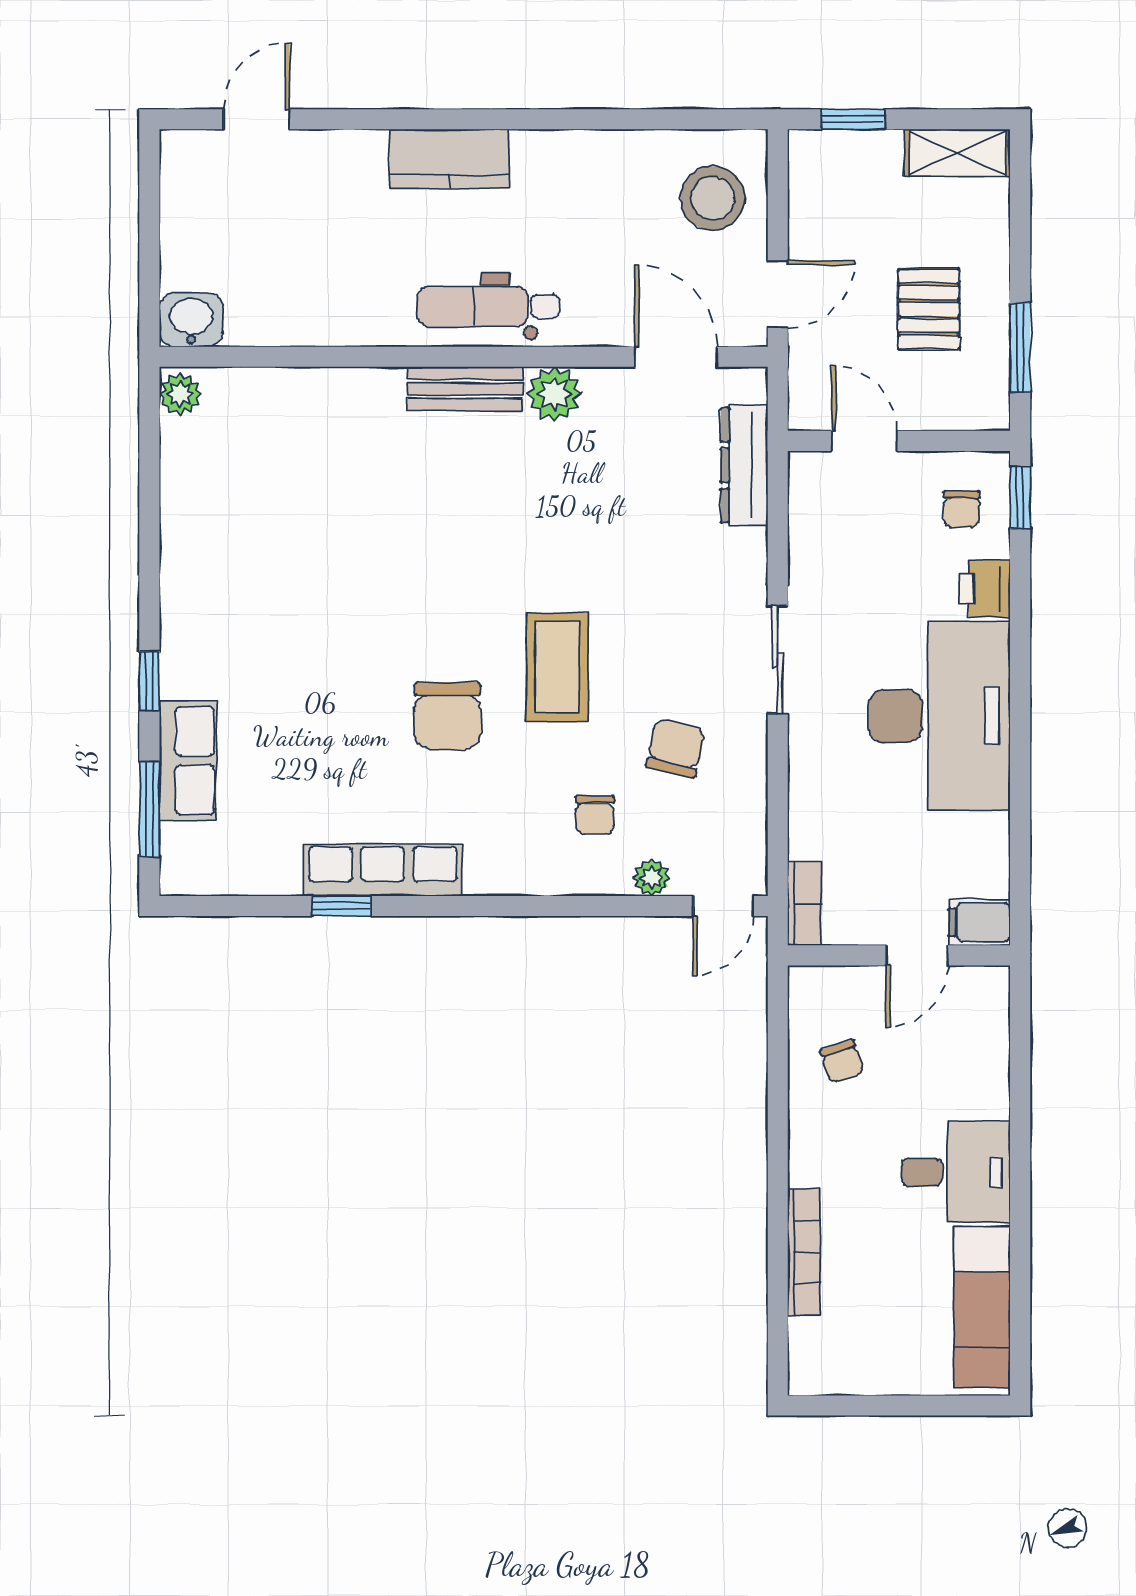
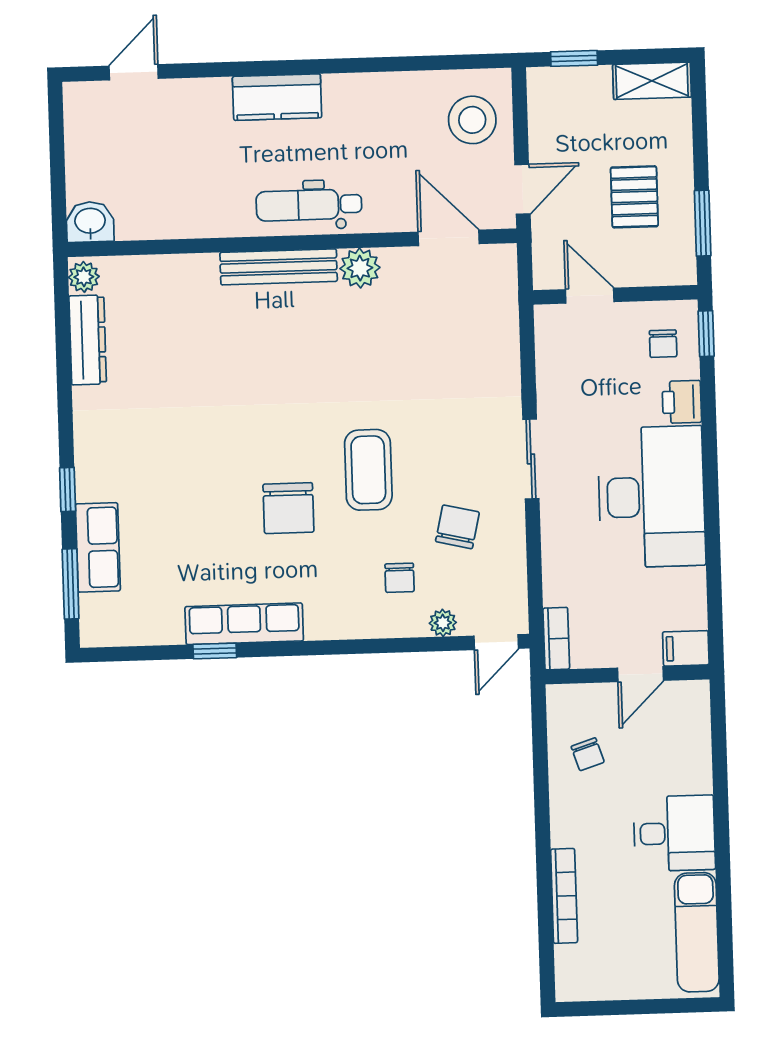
bench: (465, 389) -> (279, 267), width x1.36
dresser: (744, 465) -> (88, 340), moved, turned 180

